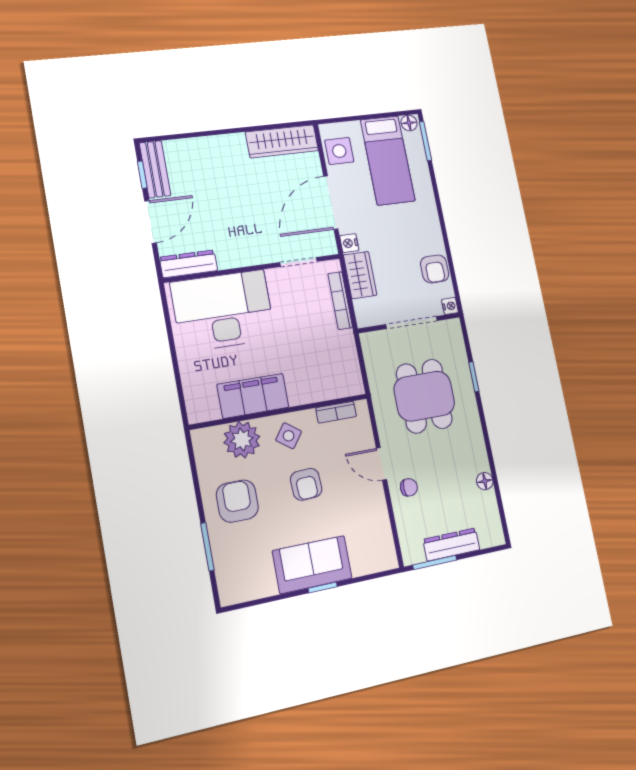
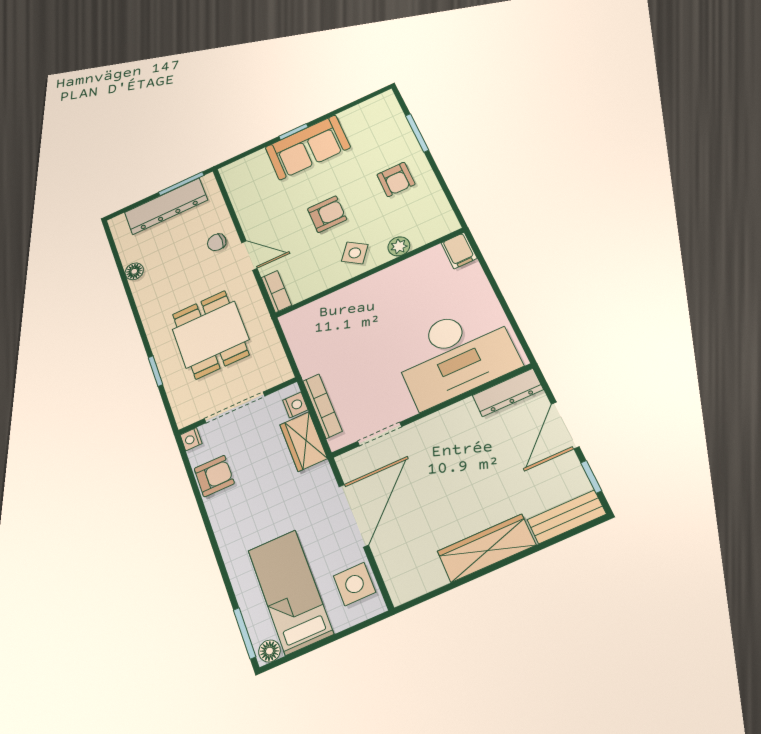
wardrobe: (282, 141) -> (486, 548), moved
bench: (155, 169) -> (567, 517), moved, turned 90
nightstand: (349, 243) -> (295, 405), moved
armchair: (435, 269) -> (214, 476), turned 90
filing cabinet: (253, 396) -> (459, 251), moved, width x0.33, depth x0.86
bookcase: (336, 412) -> (276, 291), moved, turned 90
plant: (242, 440) -> (399, 246), width x0.53, depth x0.53
armchair: (306, 484) -> (327, 214), turned 93
armchair: (237, 501) -> (396, 179), width x0.72, depth x0.72
dresser: (451, 545) -> (166, 206), width x1.37, depth x1.24

